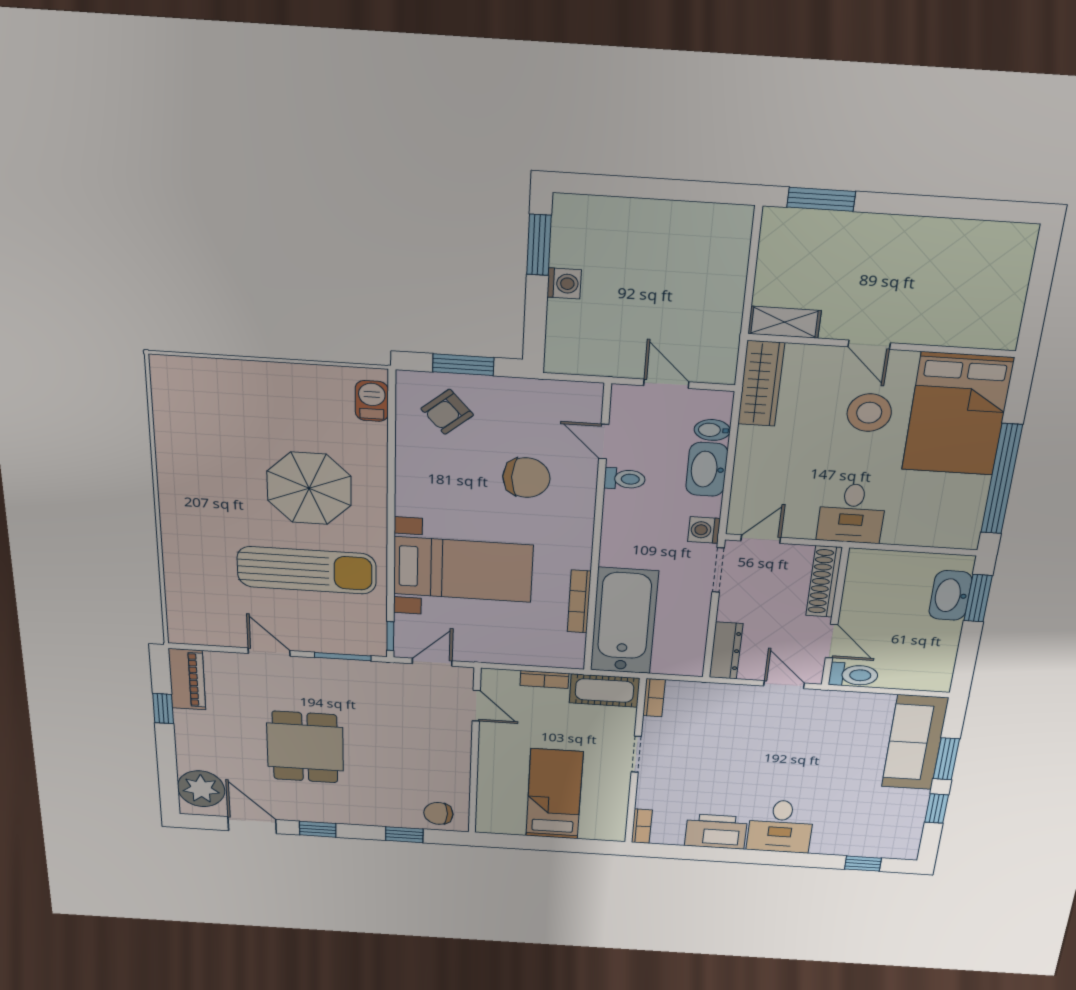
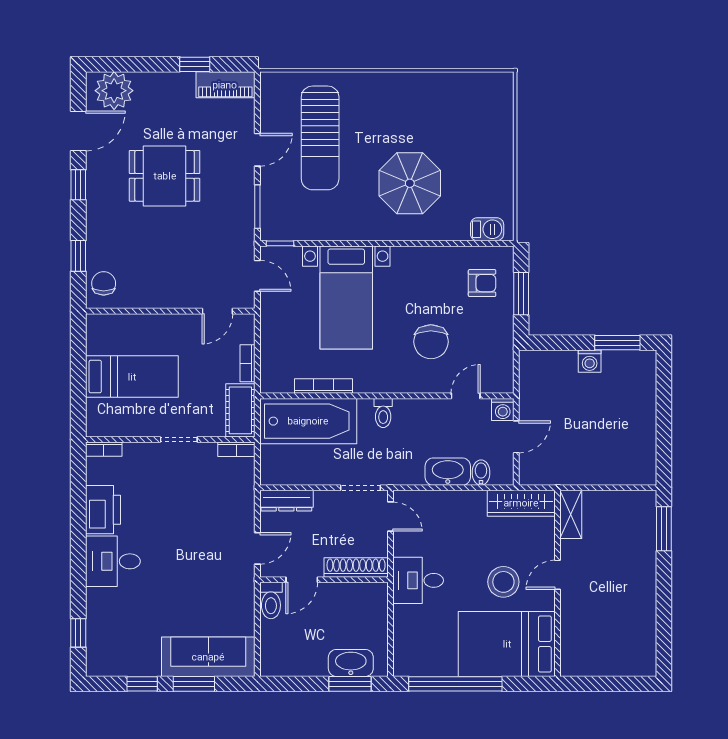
armchair: (447, 412) -> (482, 283), turned 131
toilet: (625, 479) -> (383, 413), moved
washing machine: (704, 530) -> (503, 409), moved, turned 180
sun lounger: (307, 570) -> (320, 138), moved

